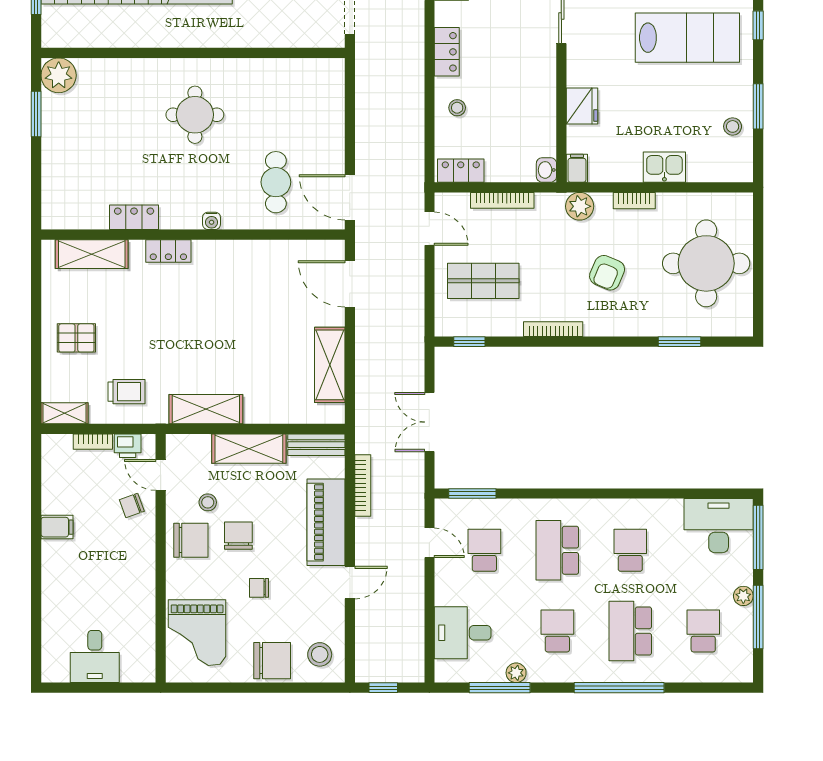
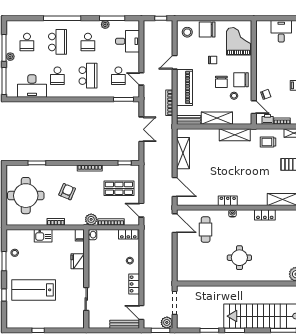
plant: (580, 206) -> (91, 219), moved
locker: (168, 251) -> (228, 201), moved
desk: (719, 526) -> (32, 86), moved

